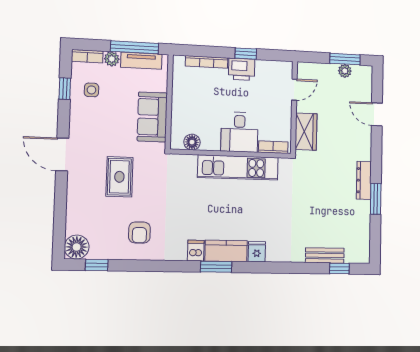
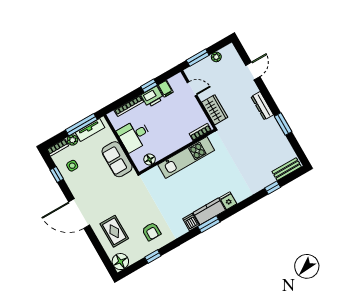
window: (345, 59) -> (198, 58), moved
filing cabinet: (263, 69) -> (165, 89), added
door: (294, 90) -> (192, 89), hinge flipped
door: (377, 114) -> (253, 71), swing flipped
desk: (239, 132) -> (134, 135), moved, turned 90
door: (62, 154) -> (79, 214), width x1.36
rug: (119, 177) -> (114, 231), moved
dresser: (364, 180) -> (262, 106), moved
bench: (325, 255) -> (287, 169), moved
window: (97, 265) -> (153, 256), moved
window: (339, 268) -> (273, 188), moved

